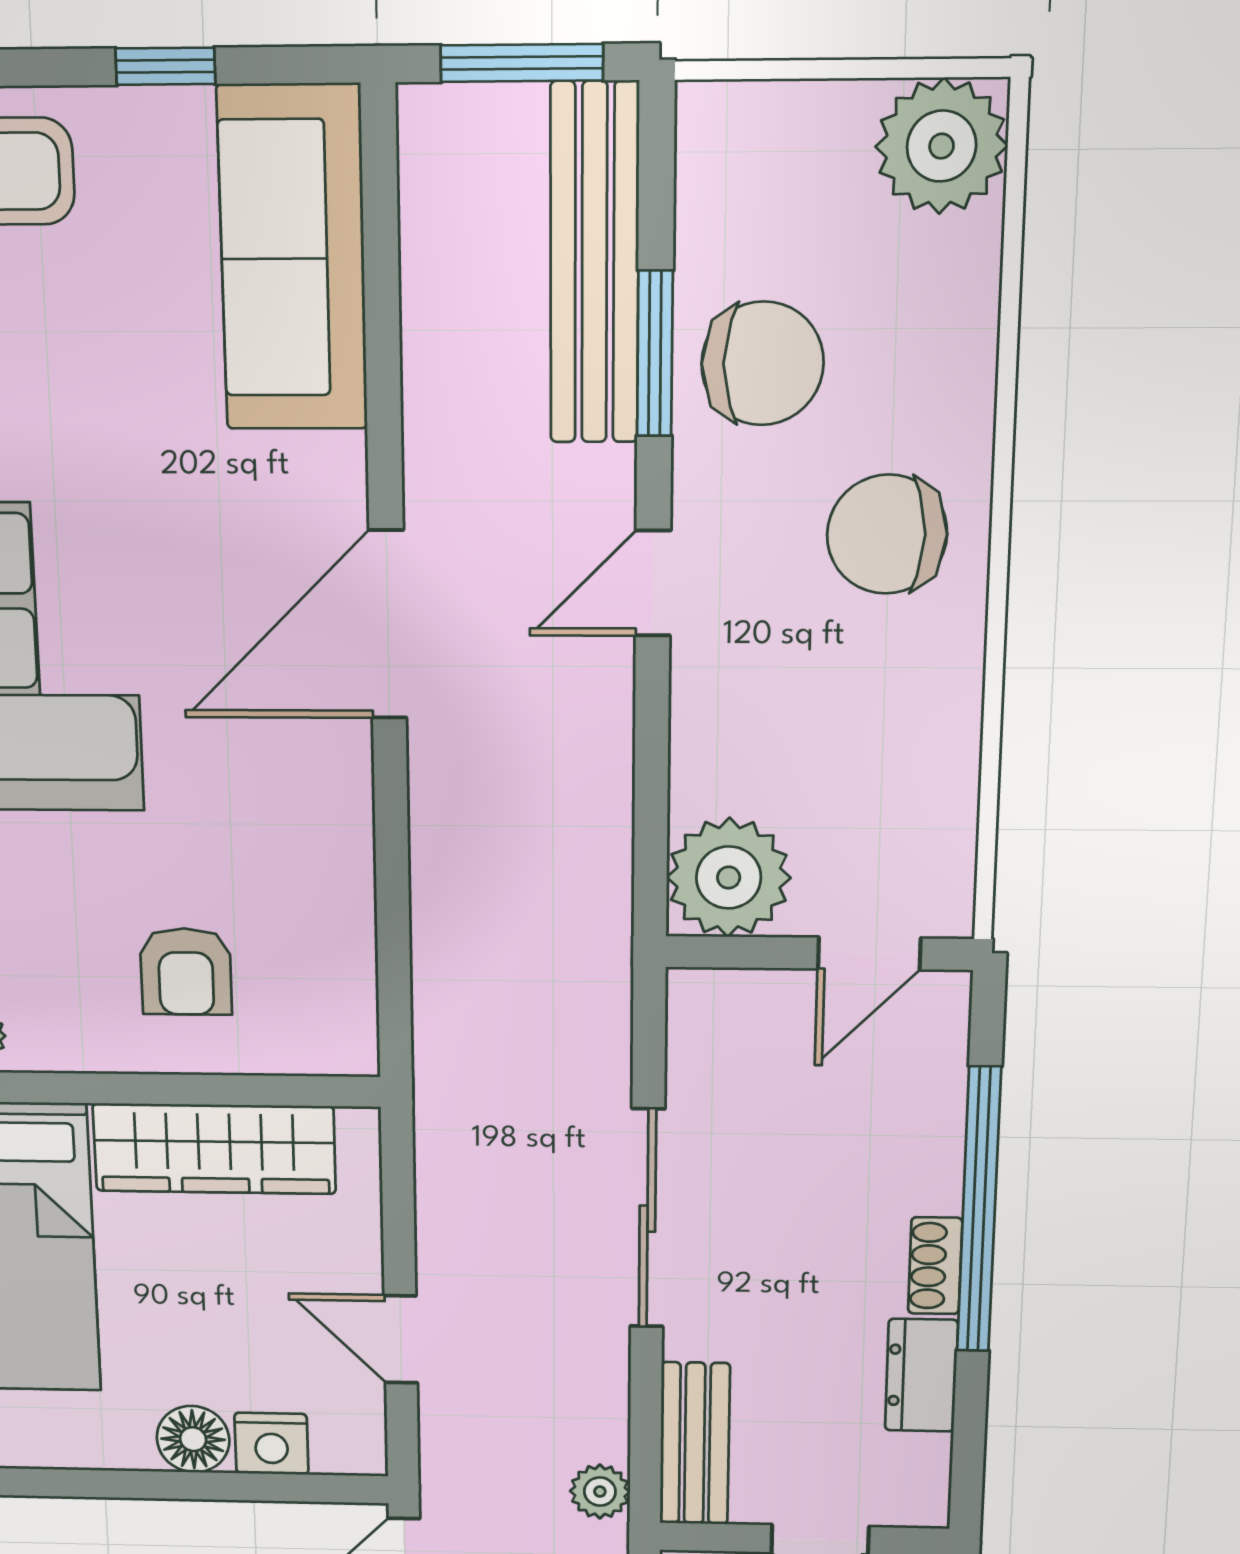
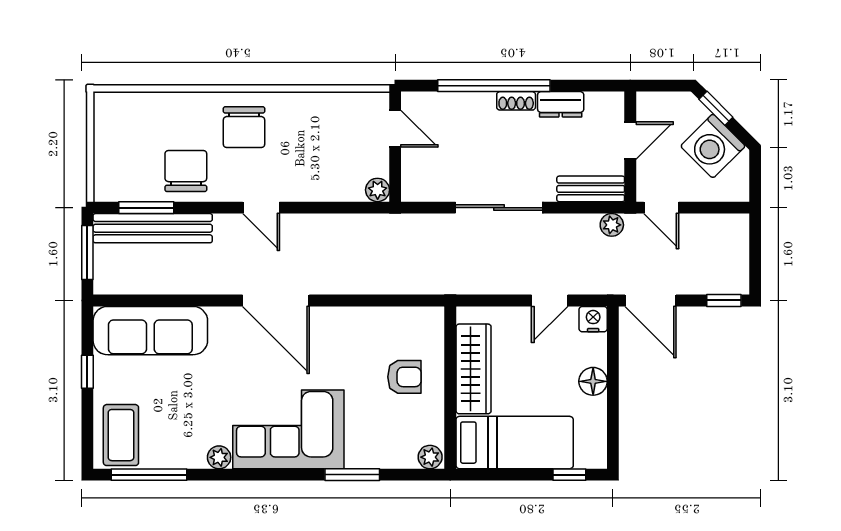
plant: (942, 146) -> (115, 113), removed
window: (655, 354) -> (146, 208), moved
plant: (729, 878) -> (378, 190), width x0.53, depth x0.53
nightstand: (271, 1444) -> (593, 319), moved, turned -90

